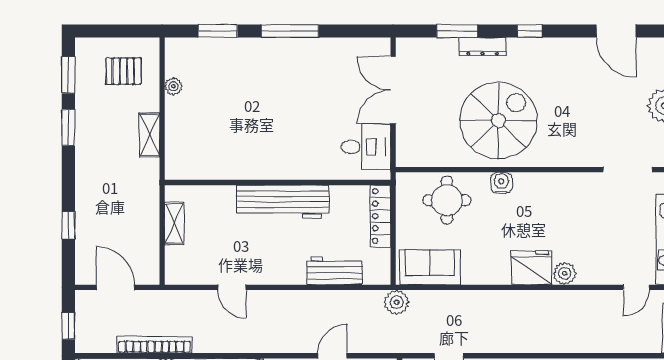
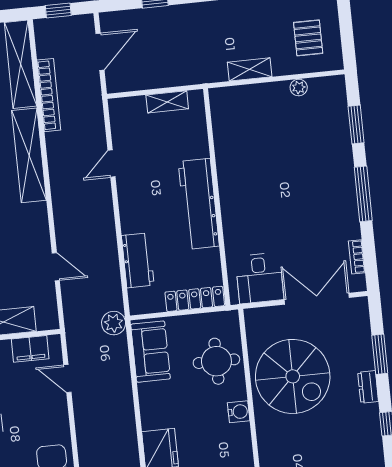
bookcase: (354, 44) -> (357, 257), added
dresser: (483, 47) -> (368, 387), width x0.70
spiral stairs: (498, 121) -> (293, 376), moved

